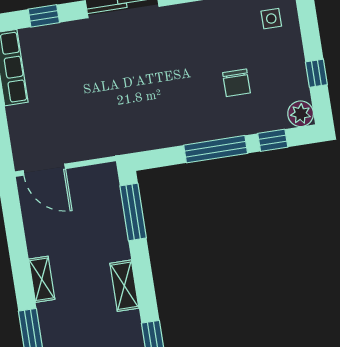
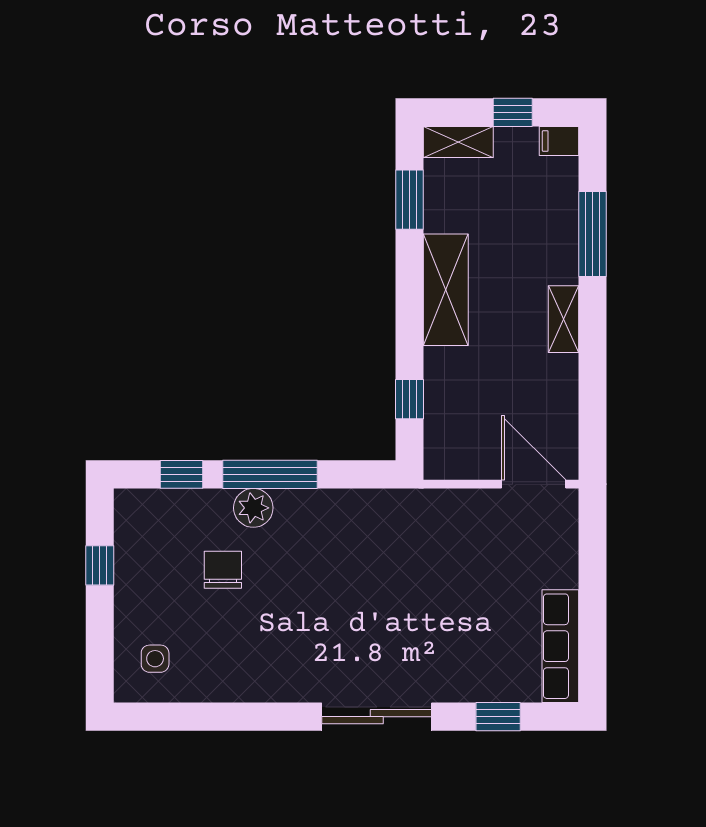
plant: (301, 114) -> (253, 508), moved
window: (133, 212) -> (409, 399), width x0.46
shelving: (124, 286) -> (446, 290), width x1.50, depth x1.33

